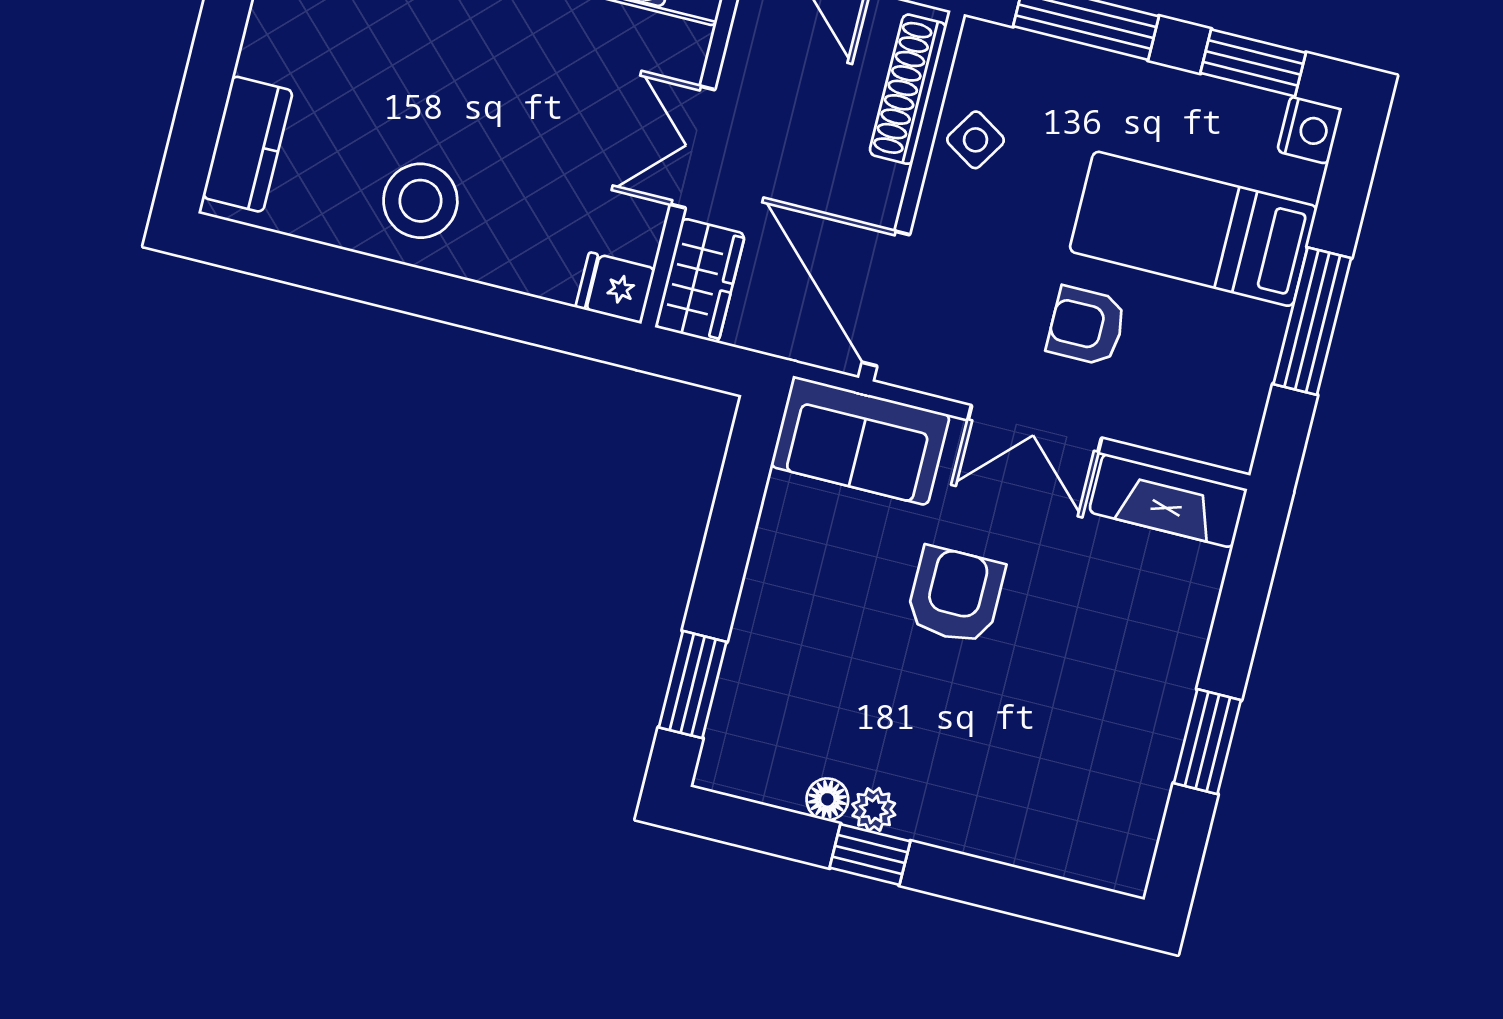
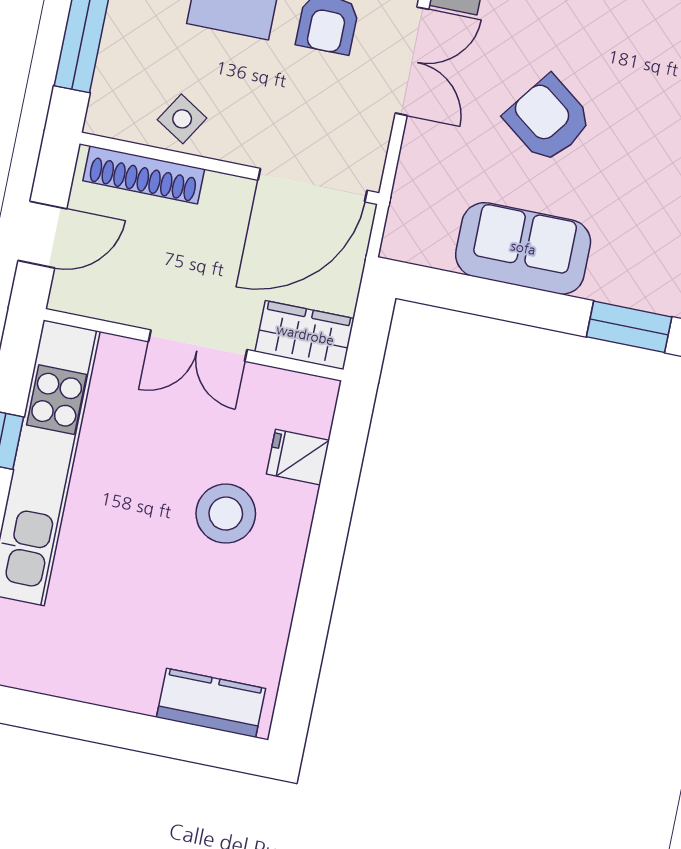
stool: (420, 201) -> (226, 514), moved
fridge: (615, 288) -> (298, 457), moved, turned 90
sofa: (860, 441) -> (523, 248), moved, turned -90
armchair: (955, 595) -> (548, 119), turned 37

